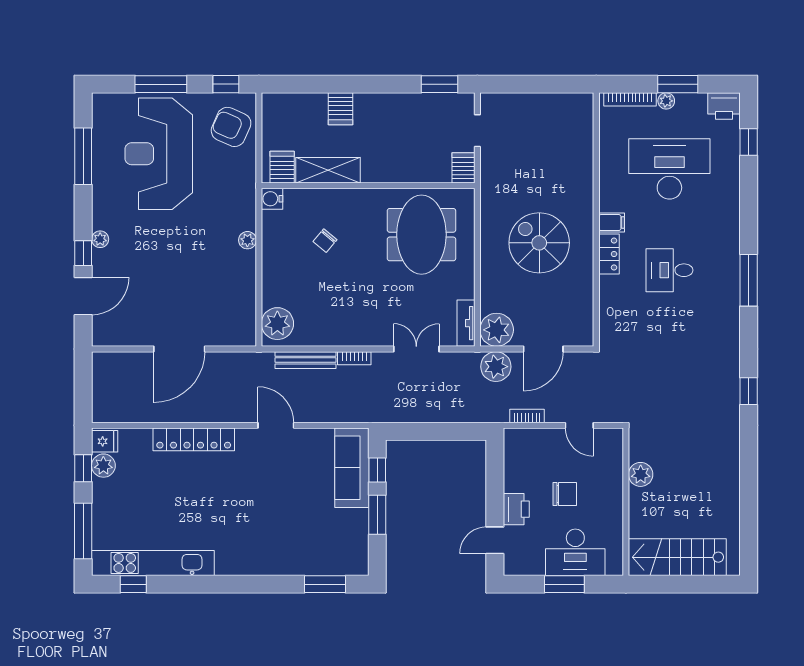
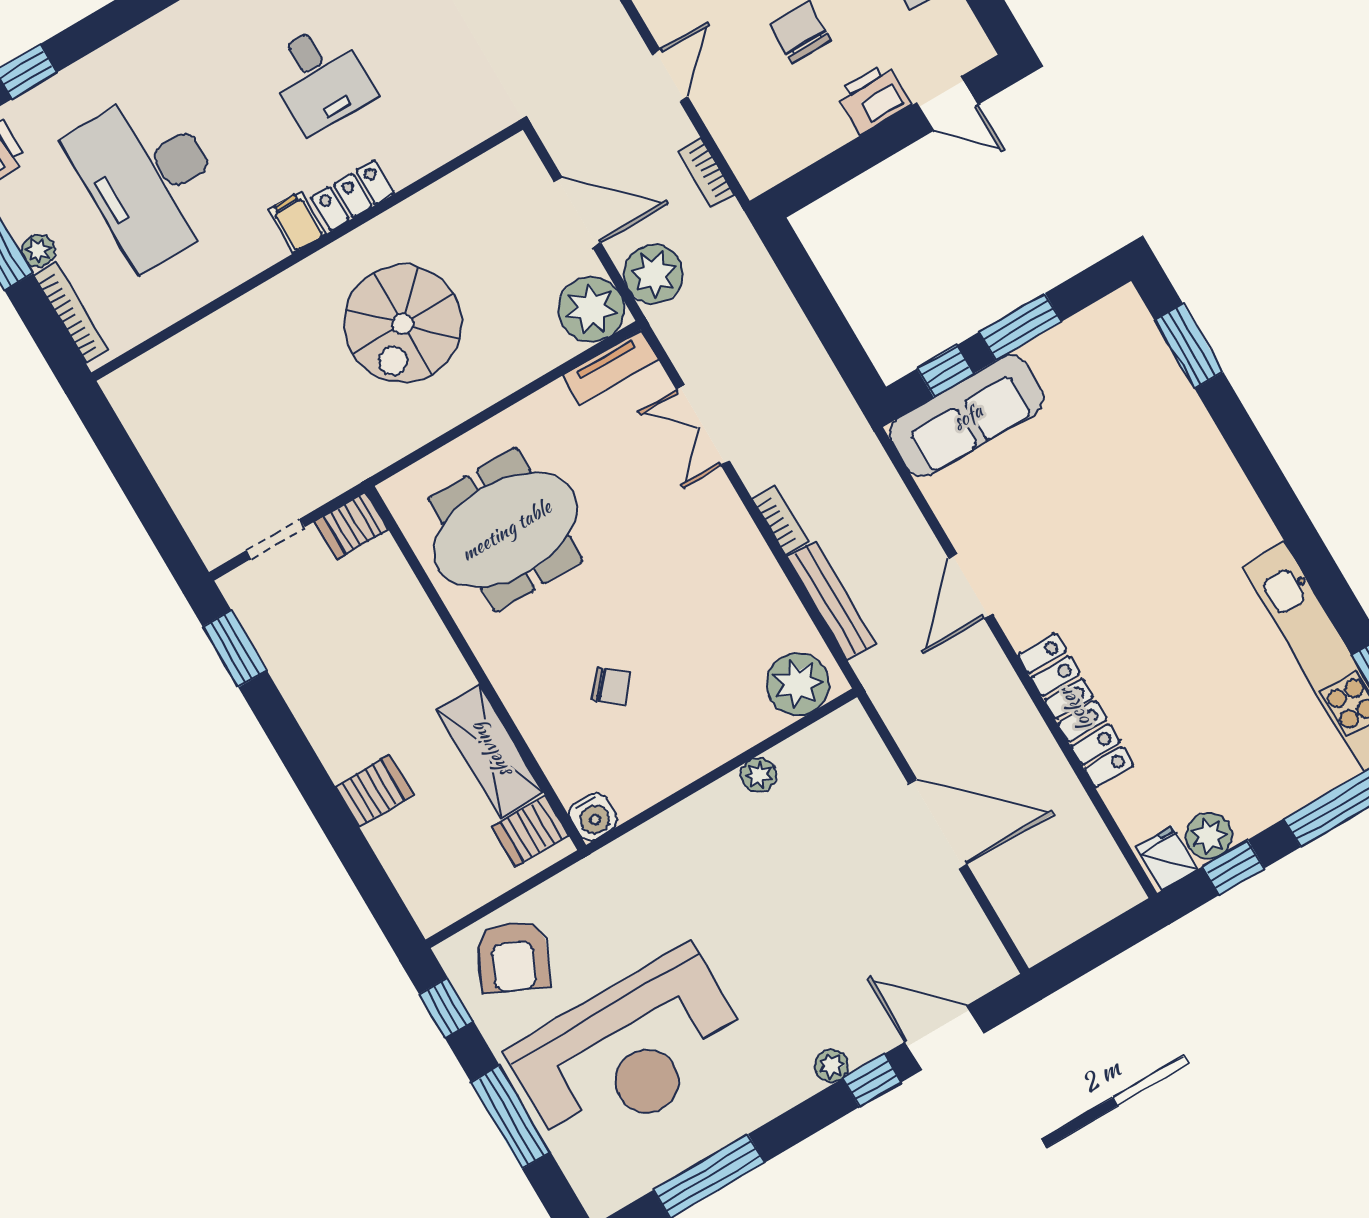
plant: (247, 240) -> (759, 775), moved

